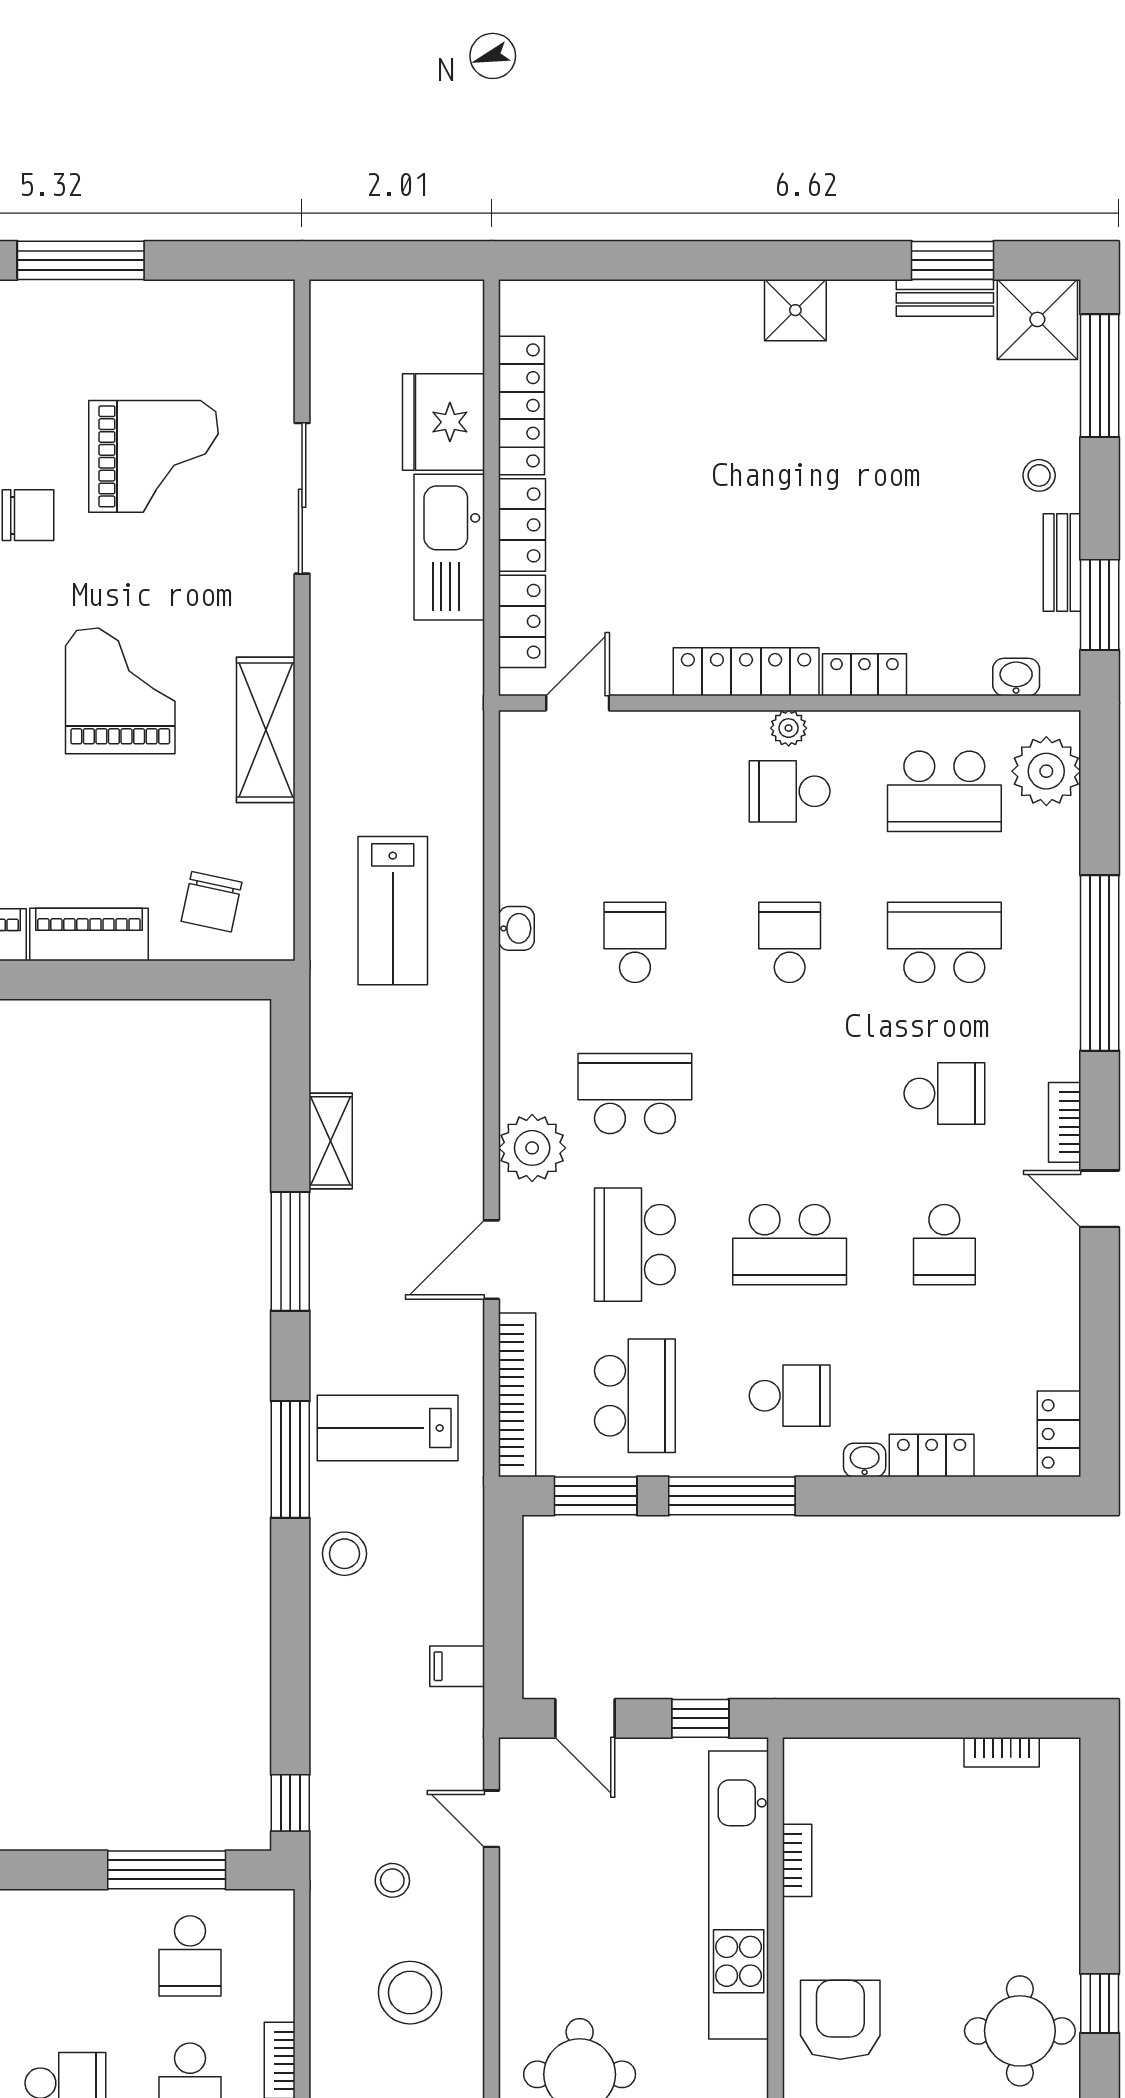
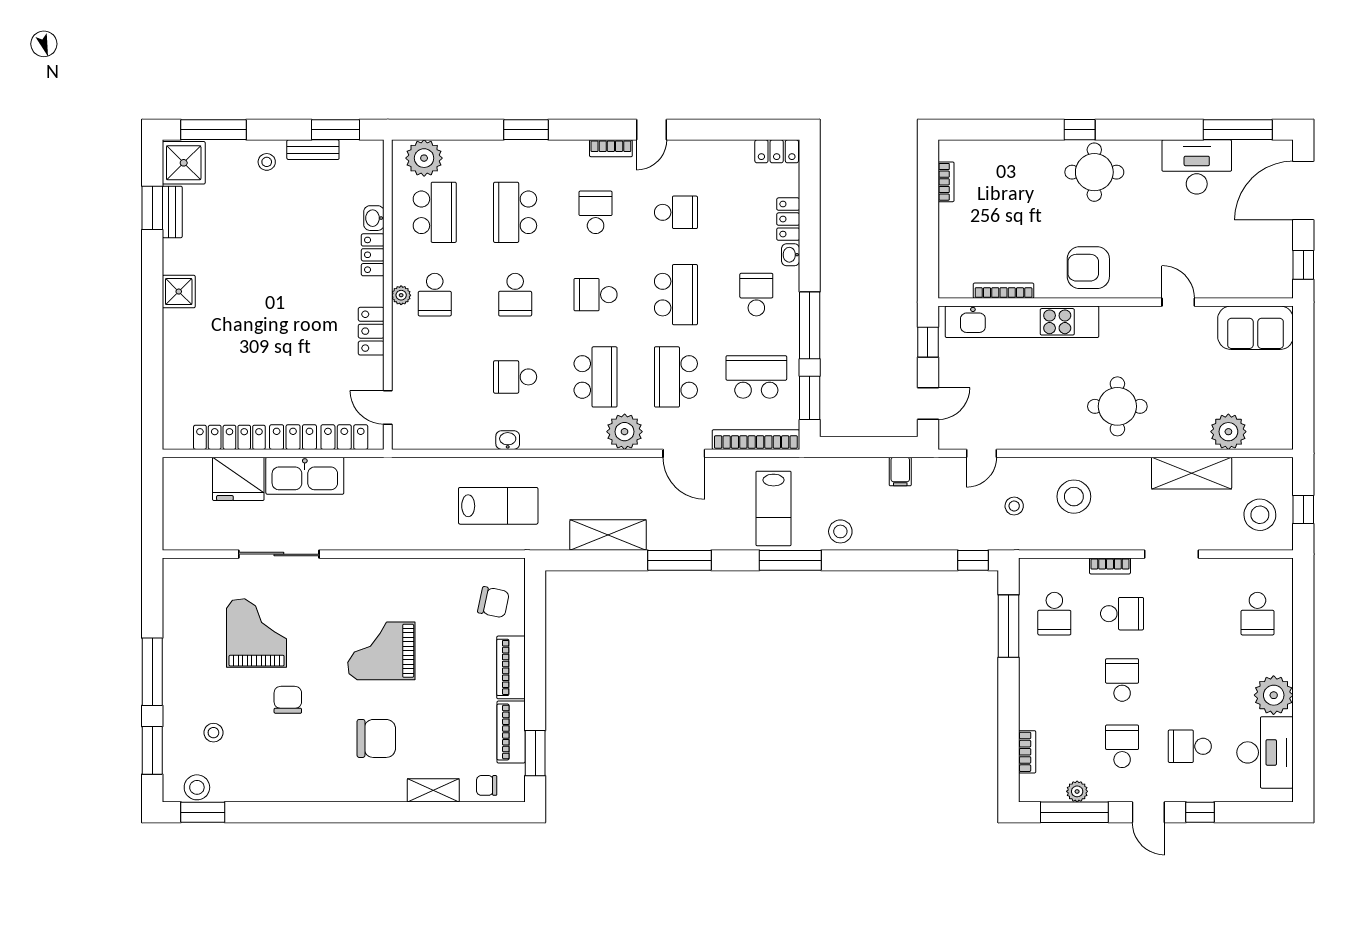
locker: (746, 672) -> (371, 331), width x0.66
washbasin: (1016, 677) -> (374, 218), moved
shelving: (266, 730) -> (402, 573), removed
school desk: (790, 942) -> (515, 295), turned -90
window: (1100, 963) -> (526, 130), width x0.47
school desk: (635, 1093) -> (596, 377), turned 180
school desk: (790, 1093) -> (596, 295), added
shelving: (331, 1141) -> (608, 535), width x1.50, depth x1.33
school desk: (635, 1245) -> (676, 377), turned 90
bookcase: (797, 1860) -> (1004, 291), width x1.56
school desk: (190, 1956) -> (1054, 614), turned 90

